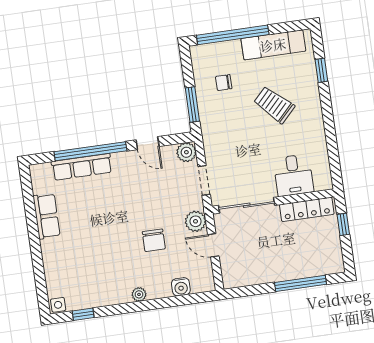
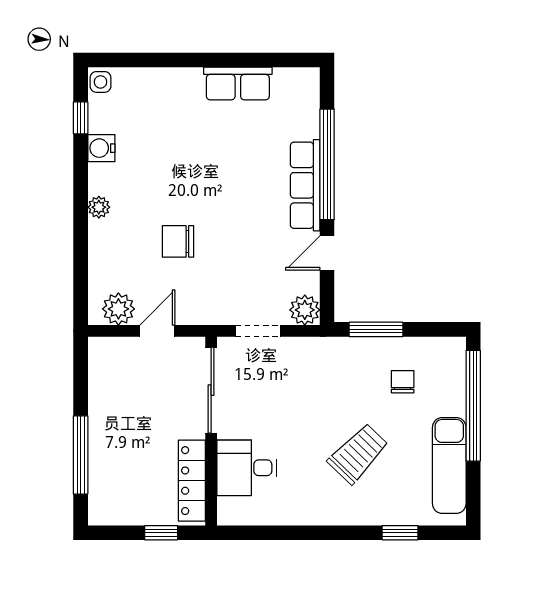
row of seats: (82, 167) -> (305, 185), moved
plant: (196, 221) -> (118, 309), moved
water cooler: (181, 287) -> (101, 148), moved

